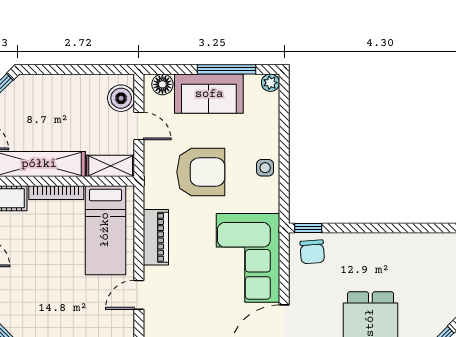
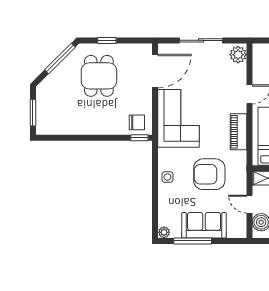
floor lamp: (162, 84) -> (234, 231), removed
chair: (312, 252) -> (137, 122), turned 94

